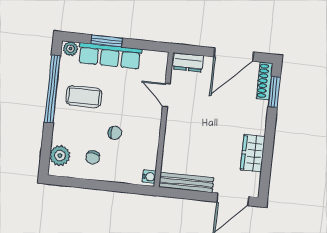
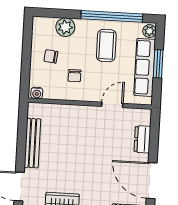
door: (166, 95) -> (112, 105), moved
wall: (164, 119) -> (90, 104), moved
plant: (60, 156) -> (65, 27), moved
water cooler: (149, 177) -> (37, 93), moved

